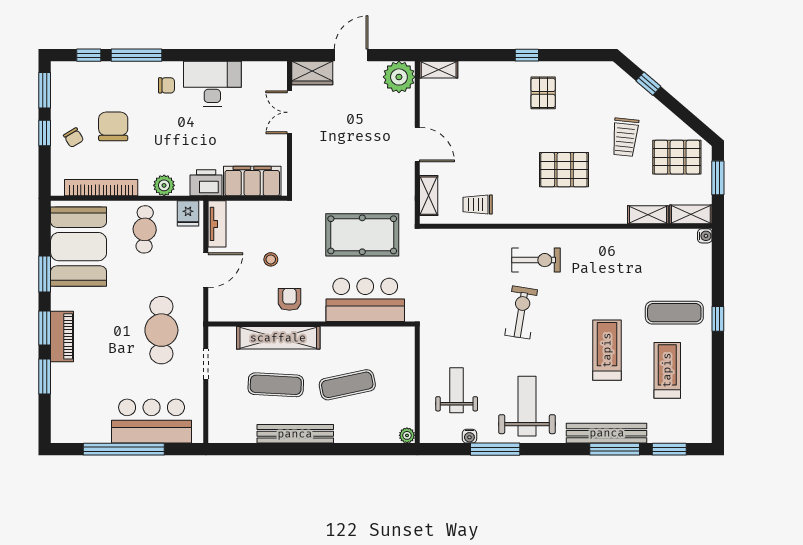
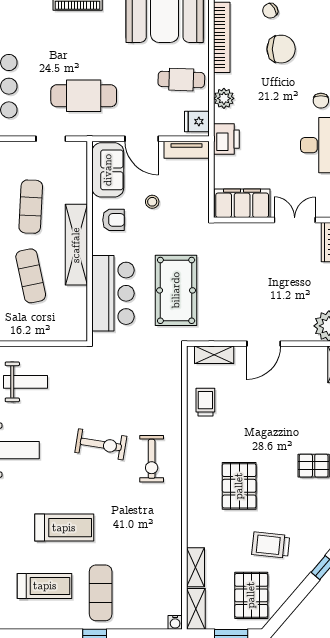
filing cabinet: (252, 181) -> (242, 203), moved, turned -90
sofa: (238, 305) -> (108, 170), added
shelving: (278, 338) -> (76, 245), moved

